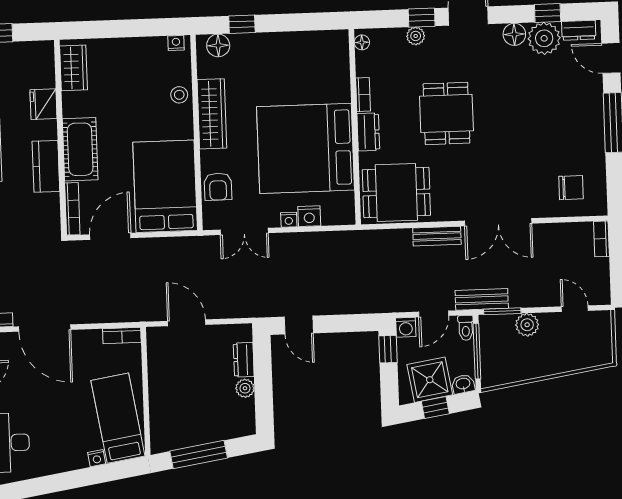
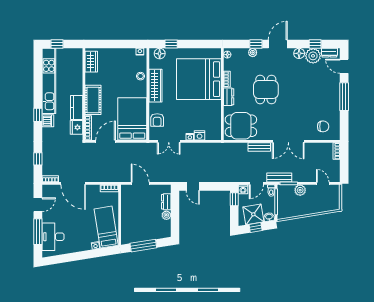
fridge: (43, 104) -> (77, 127), moved
bed: (306, 148) -> (199, 79), moved

